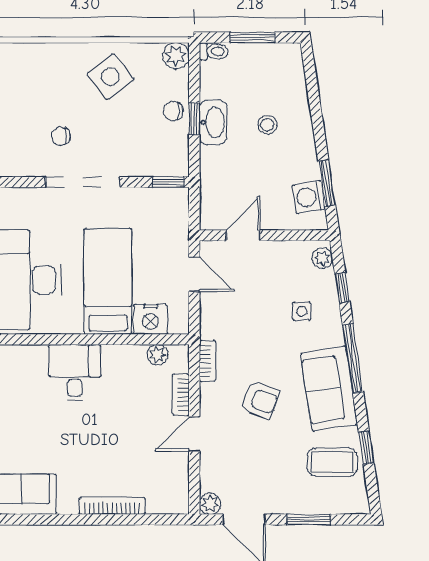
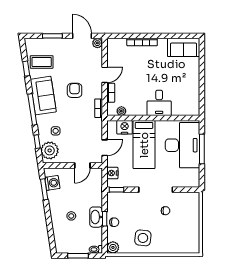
side table: (110, 77) -> (143, 238), turned 45
nightstand: (177, 219) -> (112, 173), added
plant: (322, 258) -> (50, 150), width x1.88, depth x1.88
door: (194, 274) -> (105, 148), swing flipped
armchair: (260, 400) -> (75, 90), turned 70

